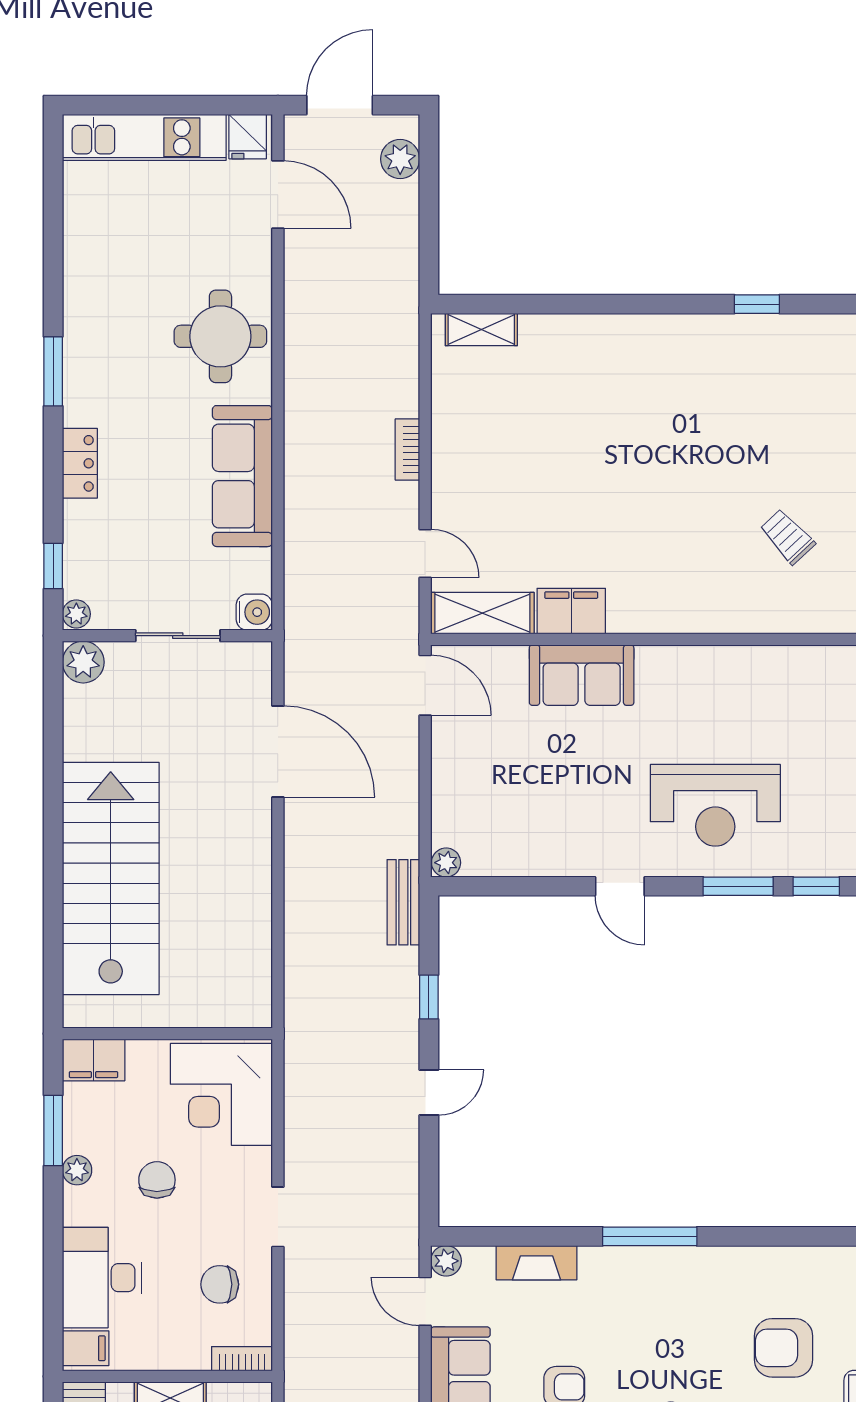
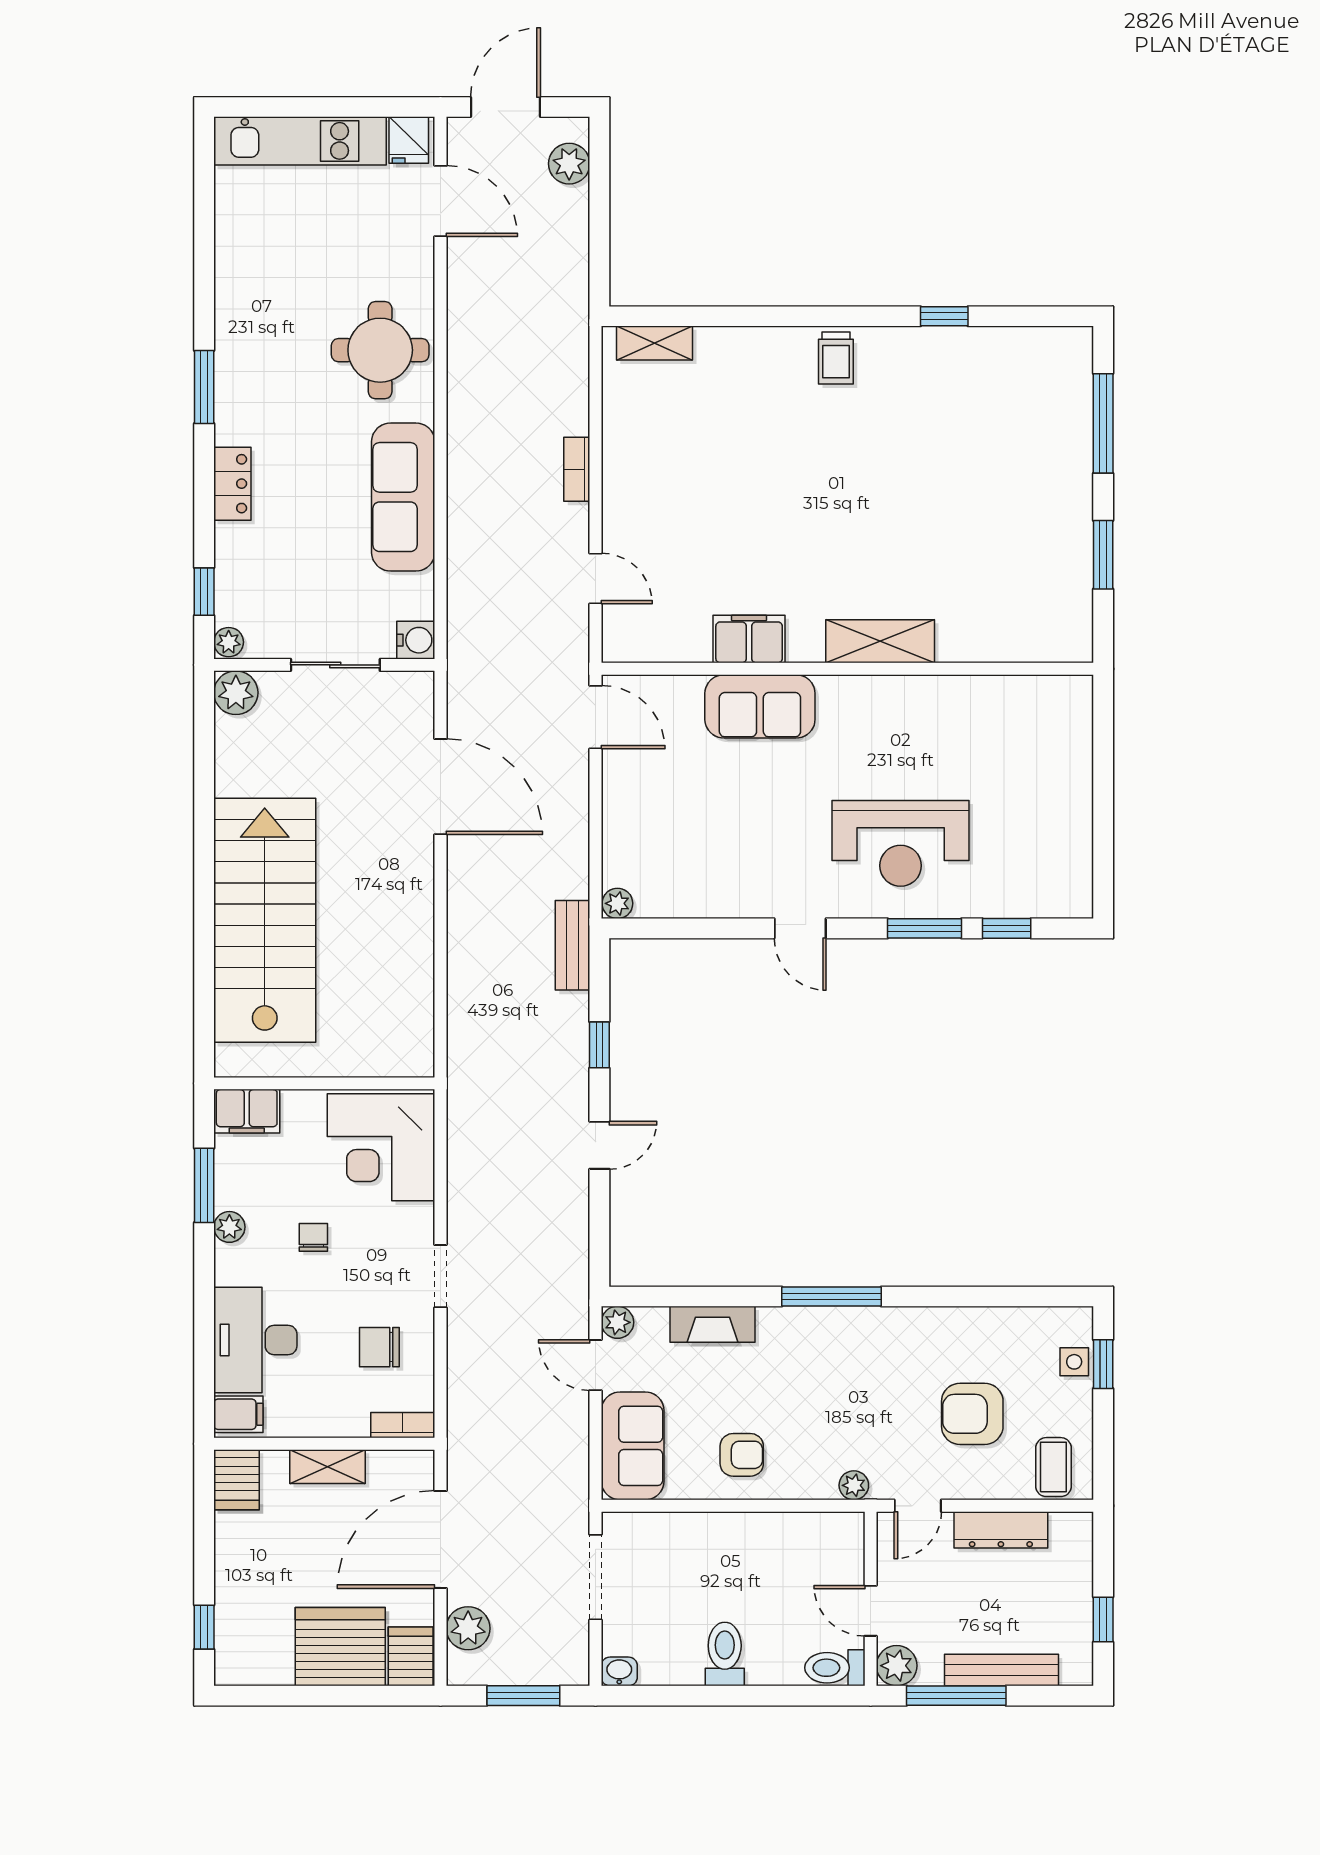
trolley: (787, 537) -> (836, 358), moved, turned -137
shelving: (482, 613) -> (880, 641), moved
chair: (157, 1180) -> (313, 1237), width x0.73, depth x0.73

